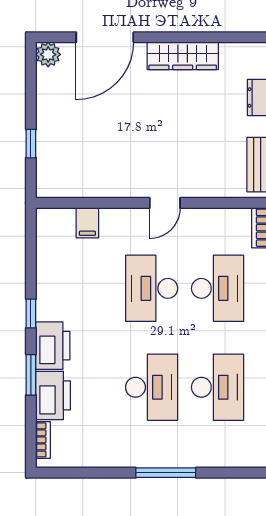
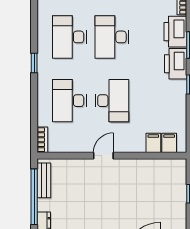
filing cabinet: (63, 223) -> (169, 143), added

